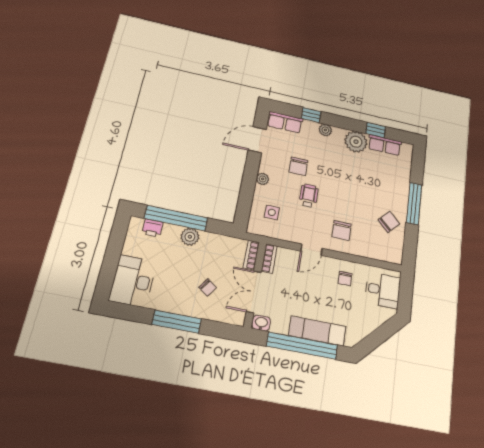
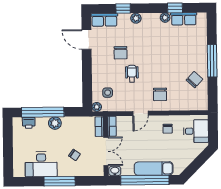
door: (257, 140) -> (87, 39), hinge flipped
plant: (356, 142) -> (165, 18), width x0.53, depth x0.53
plant: (263, 179) -> (97, 107), moved
desk: (133, 281) -> (41, 164), moved, turned -90
double door: (254, 292) -> (106, 151), swing flipped

